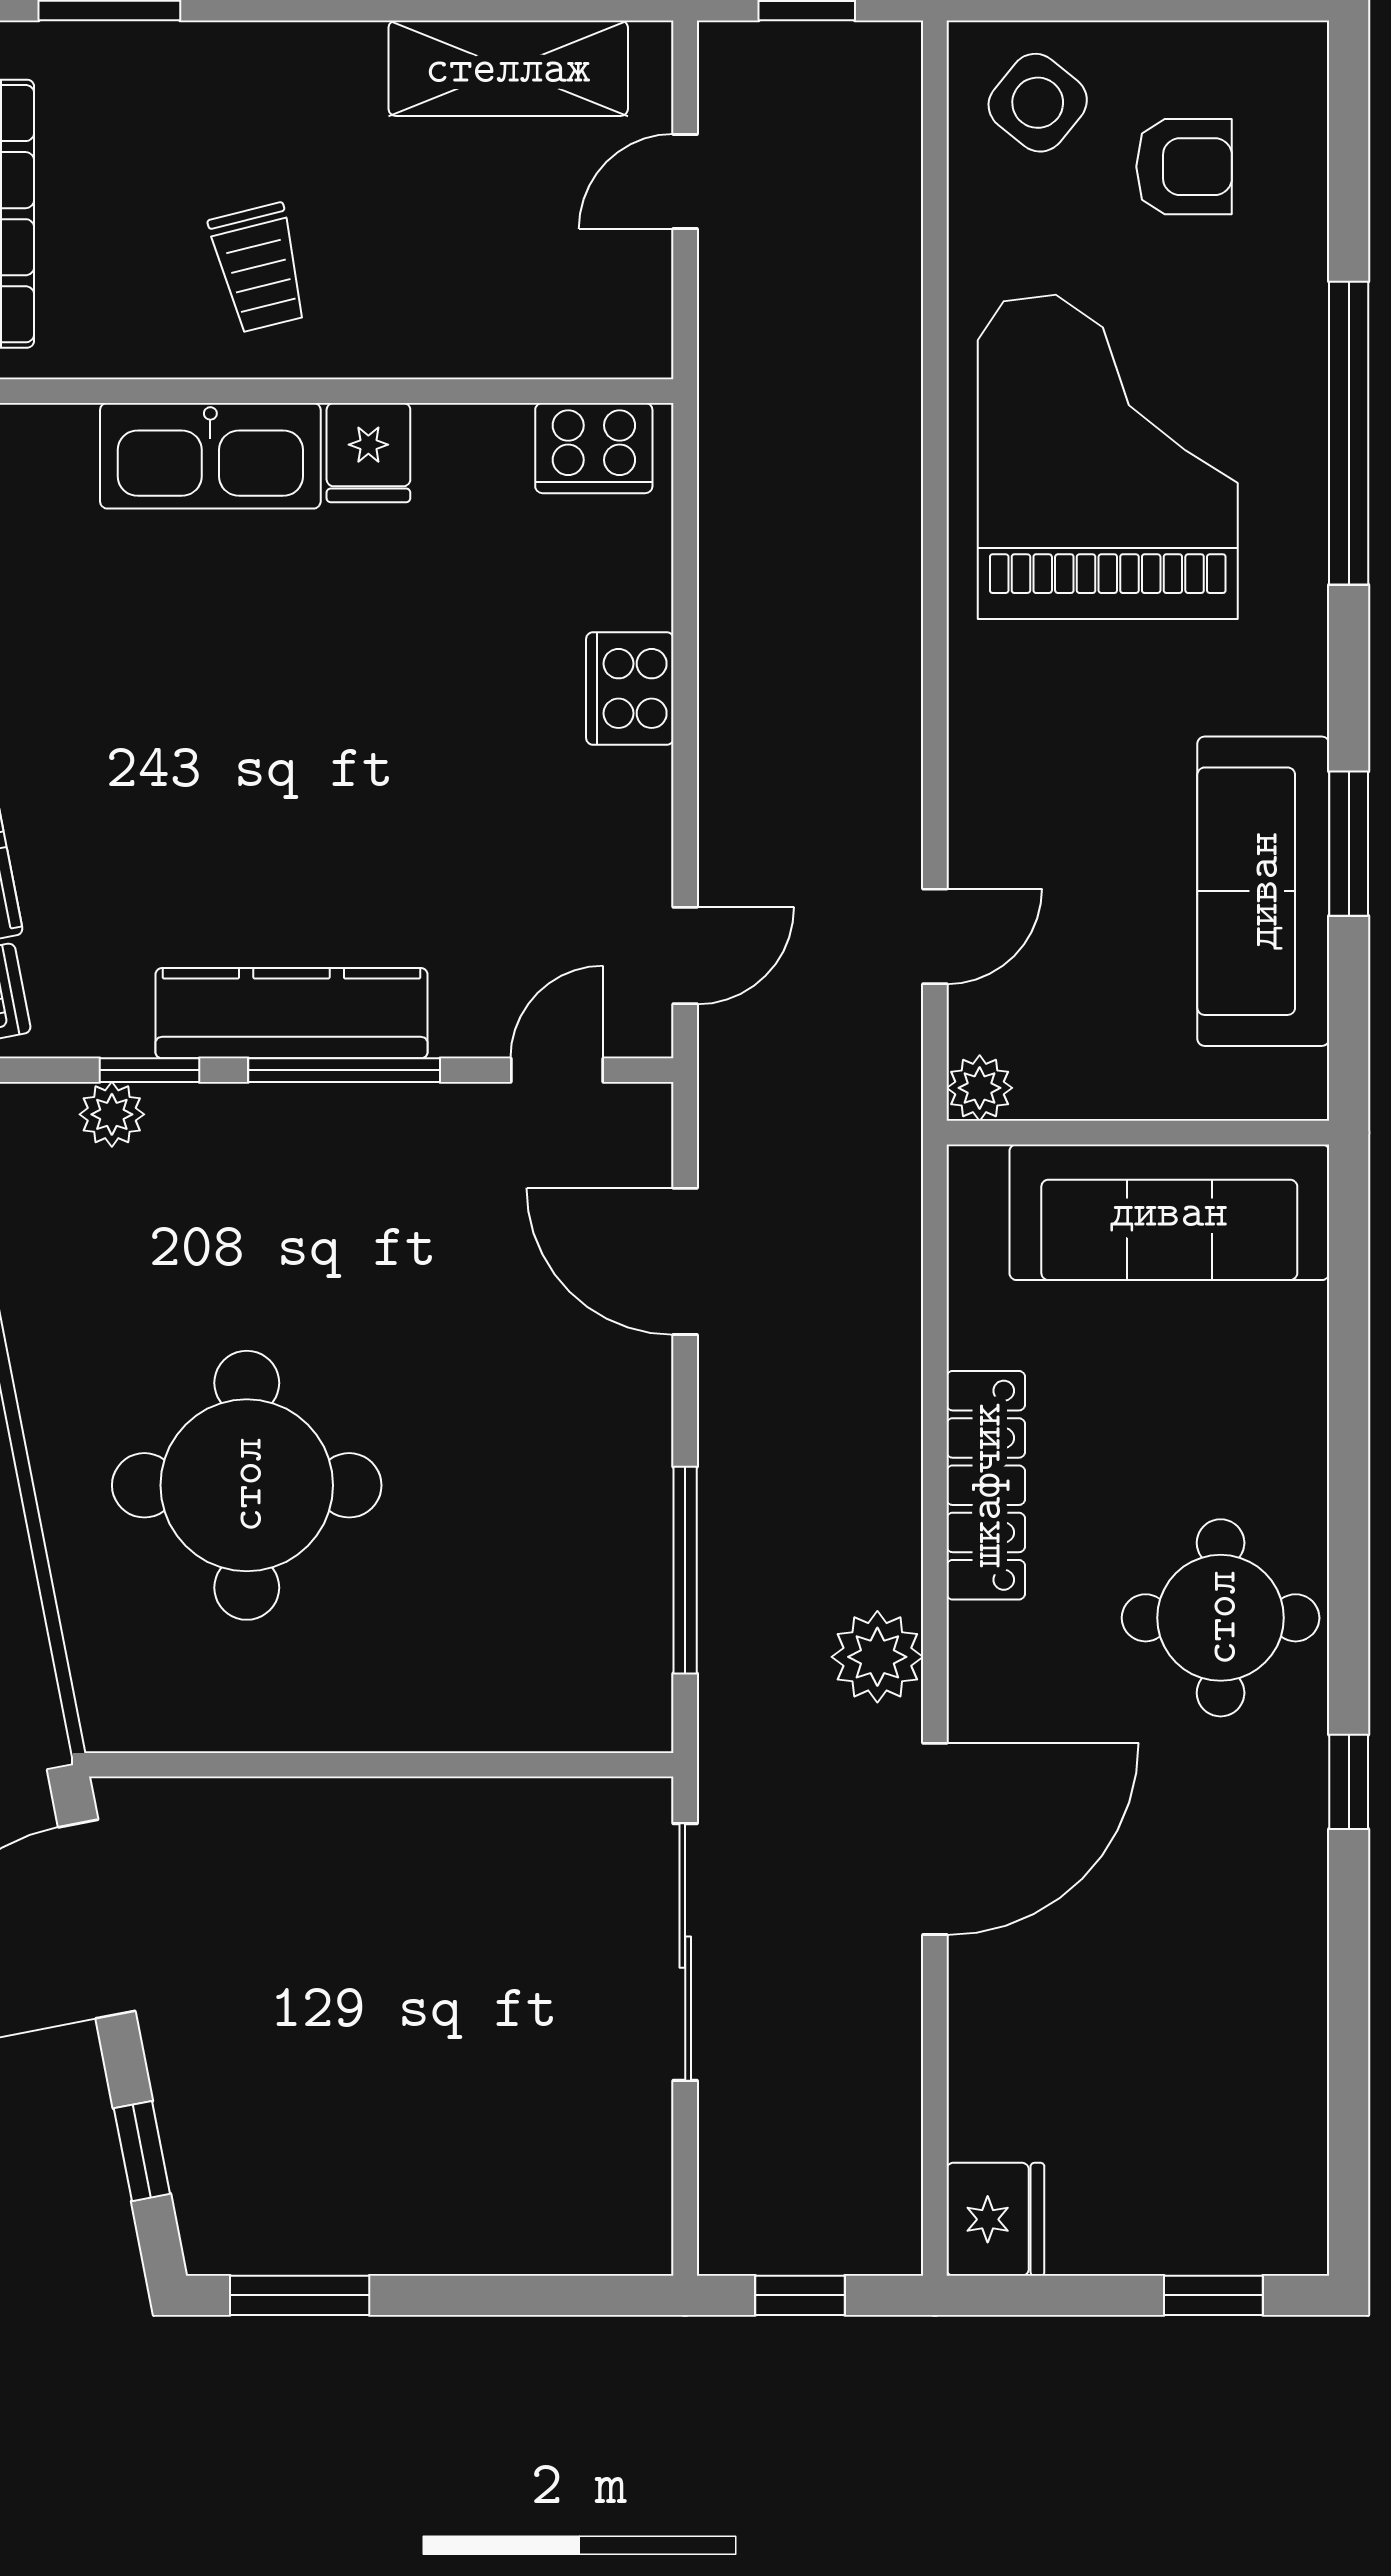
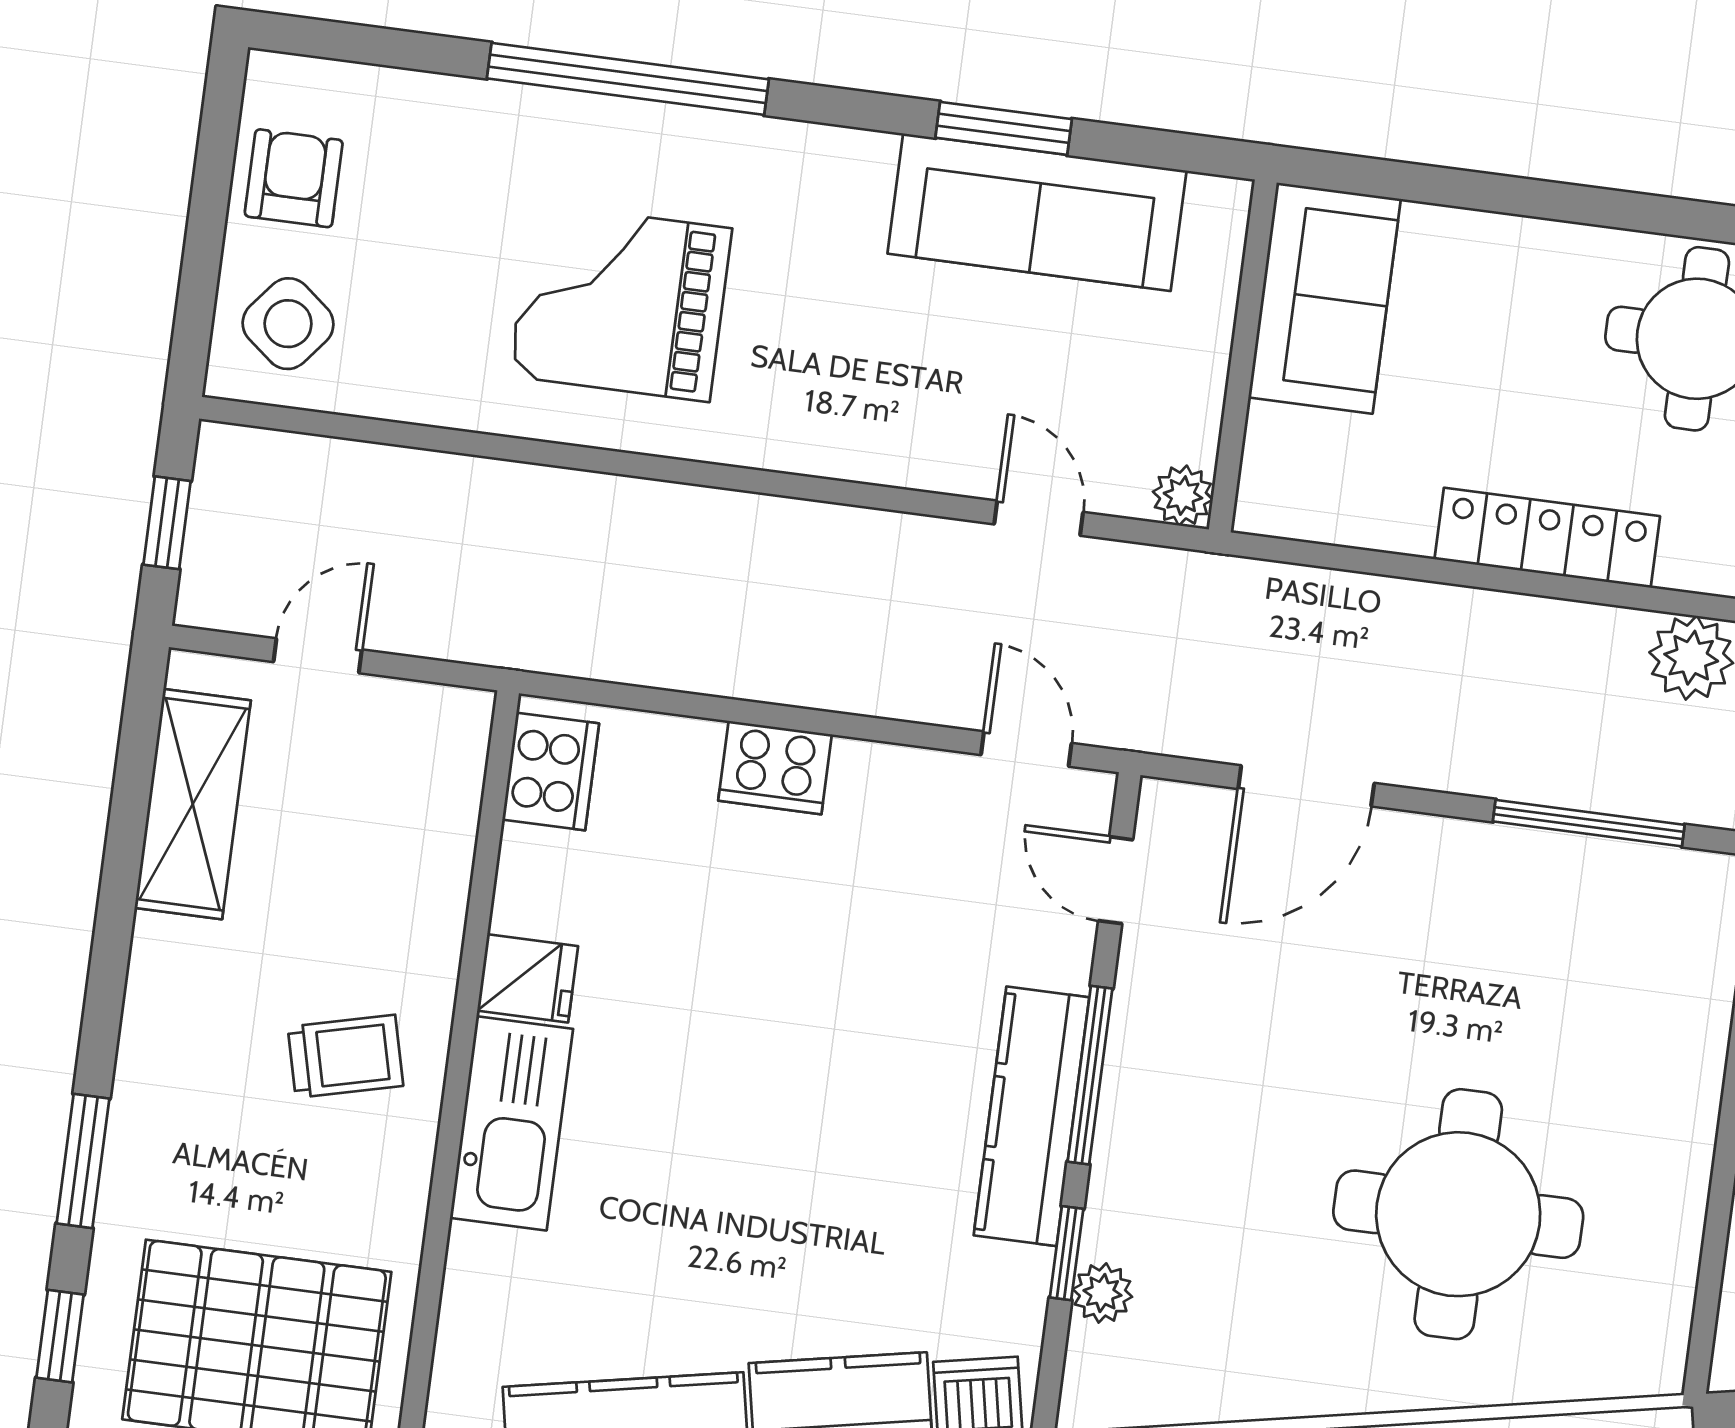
armchair: (1184, 167) -> (294, 178), moved
door: (685, 181) -> (318, 656), swing flipped
grand piano: (1108, 457) -> (621, 302), width x0.73, depth x0.68
sofa: (1169, 1212) -> (1325, 298), width x0.73

